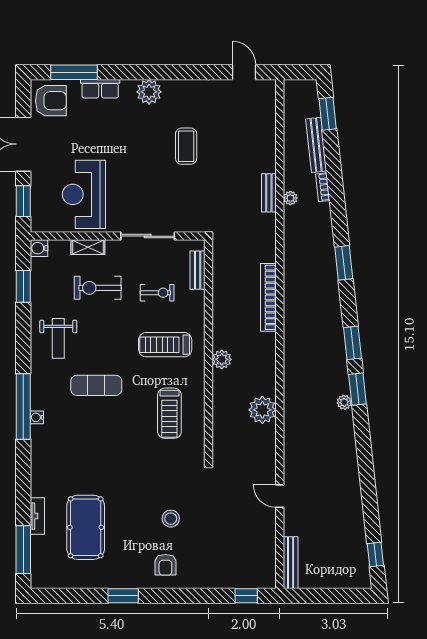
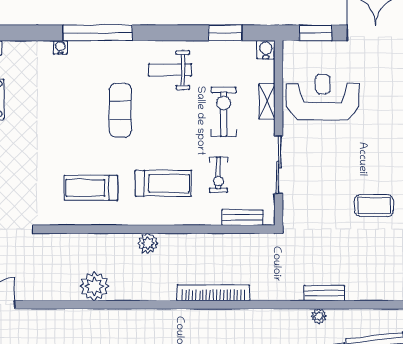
treadmill: (165, 345) -> (163, 183), turned 90
water cooler: (37, 417) -> (60, 47), moved

